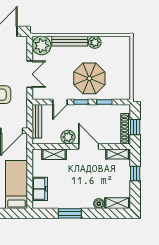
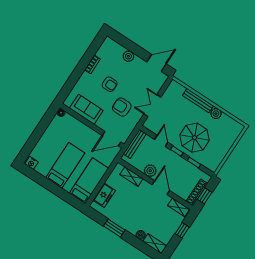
plant: (42, 46) -> (175, 90), removed
double door: (30, 74) -> (152, 106), swing flipped
door: (60, 102) -> (161, 141), swing flipped

